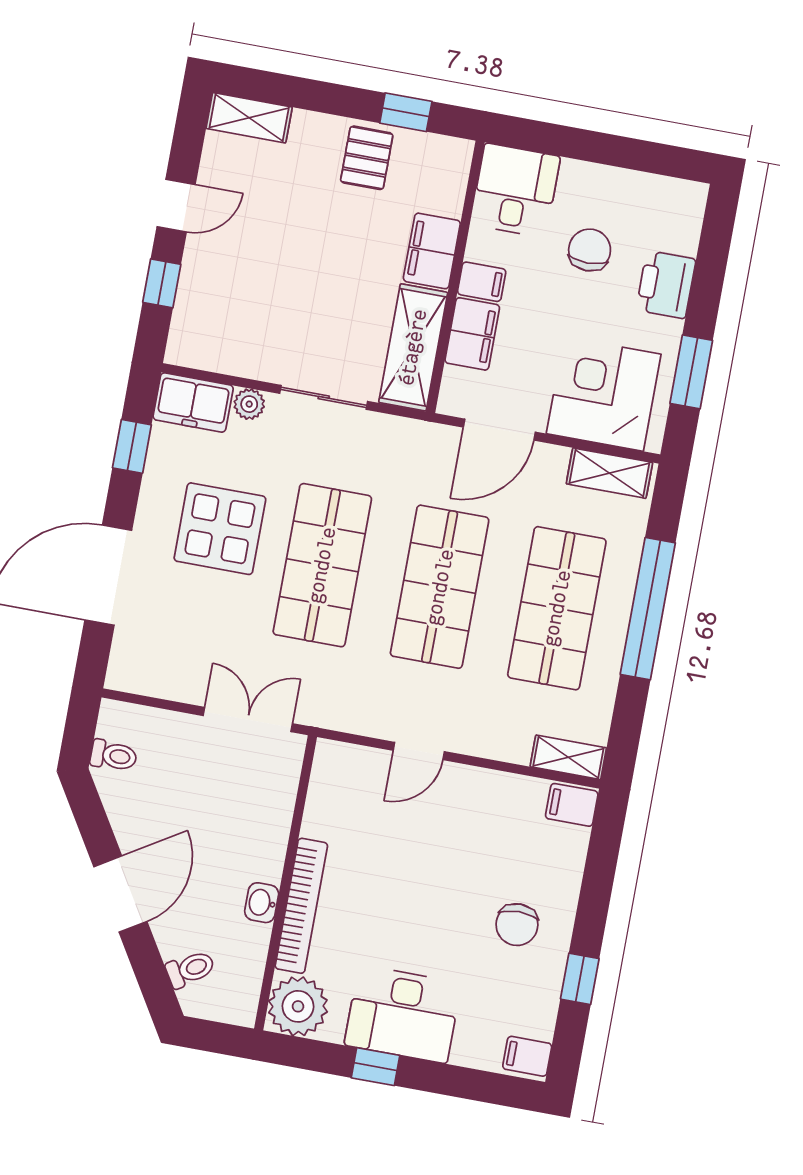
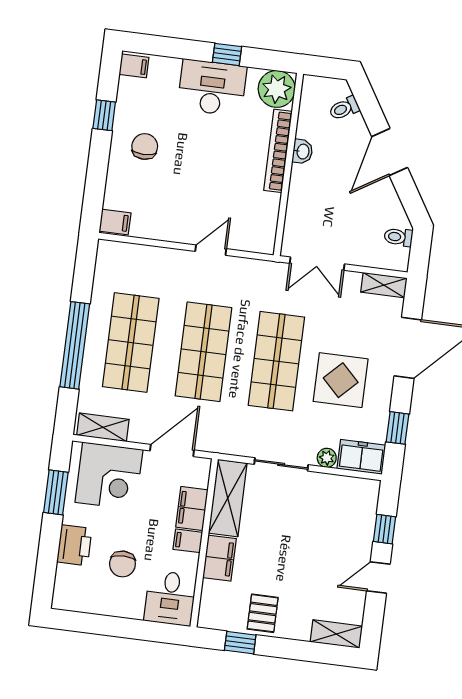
shelving: (568, 757) -> (384, 285), moved

